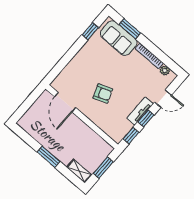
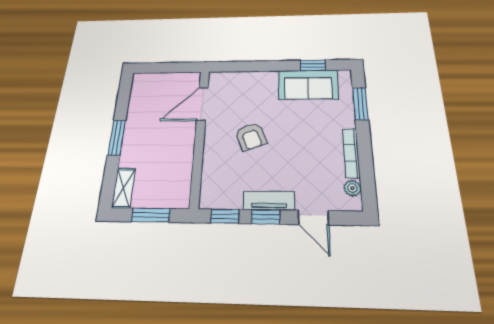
sofa: (119, 38) -> (308, 85), moved, turned -90

